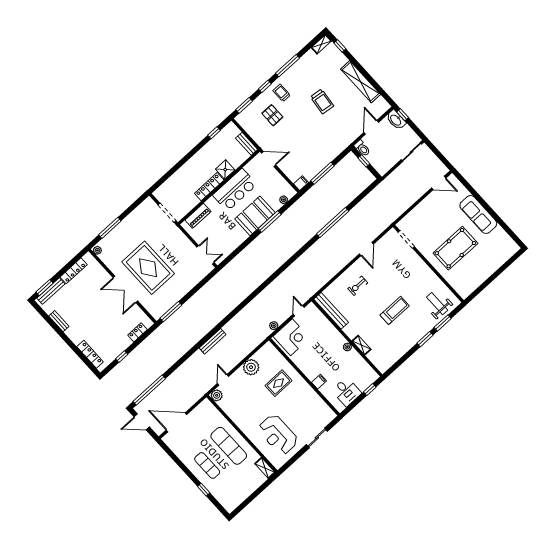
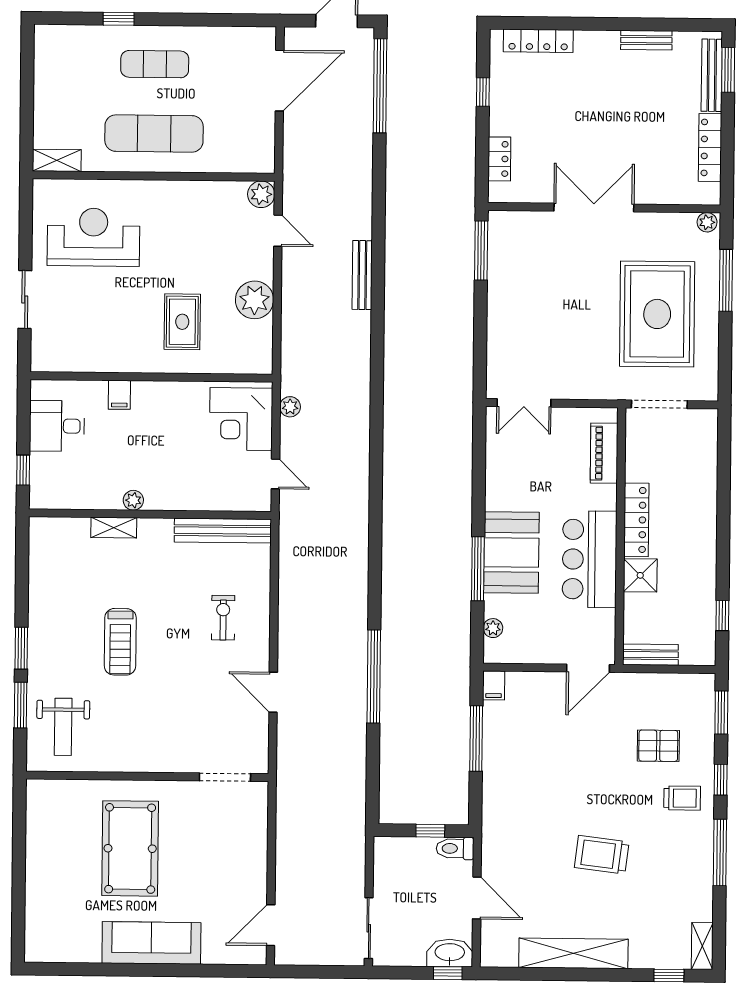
rug: (148, 268) -> (657, 314), moved, turned 90
weight bench: (437, 304) -> (63, 727), turned 90

